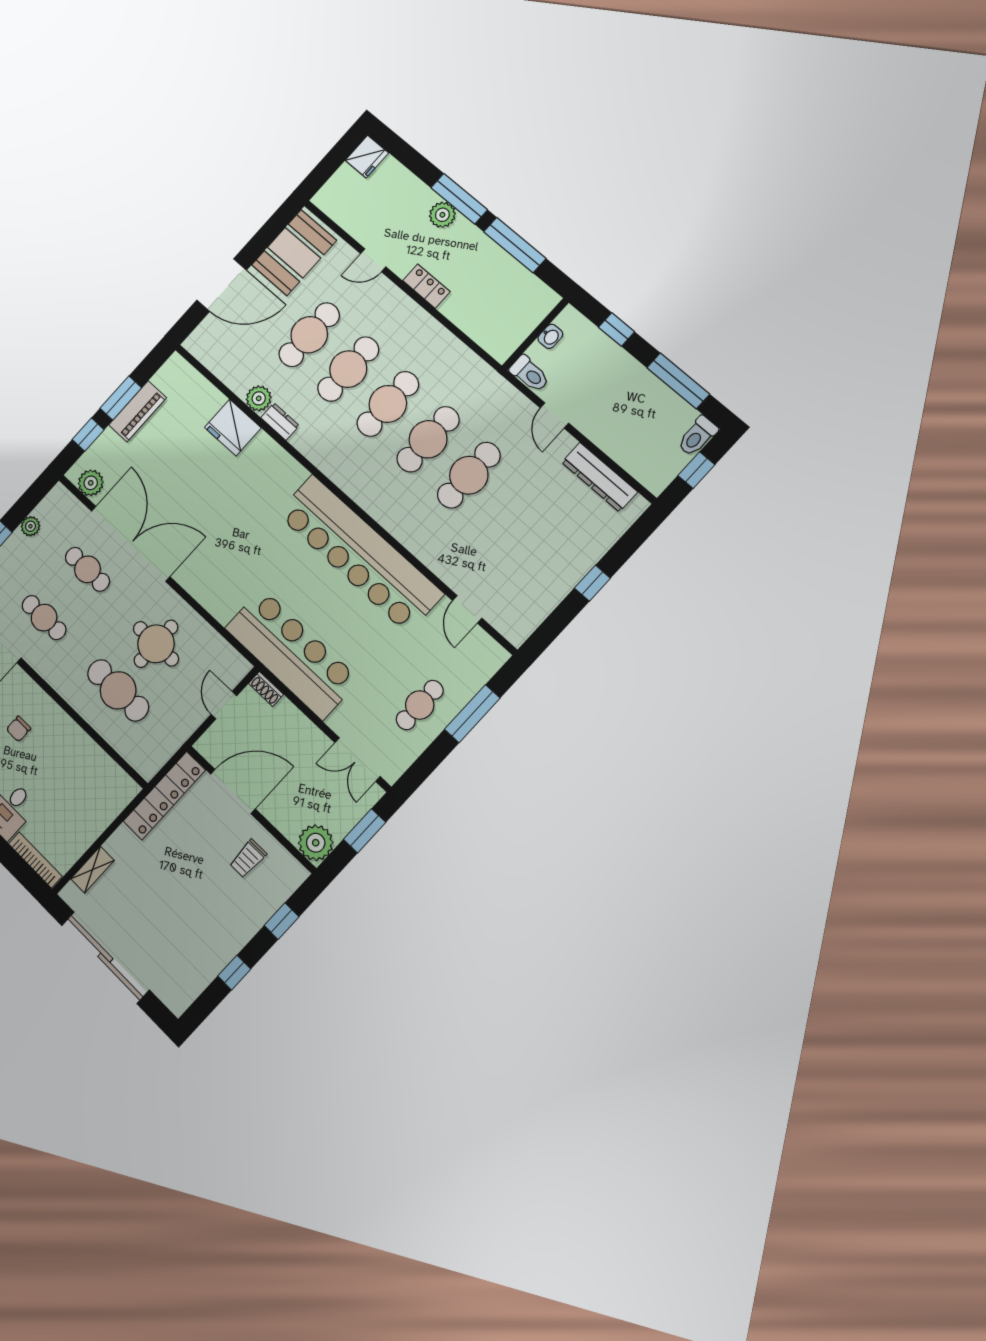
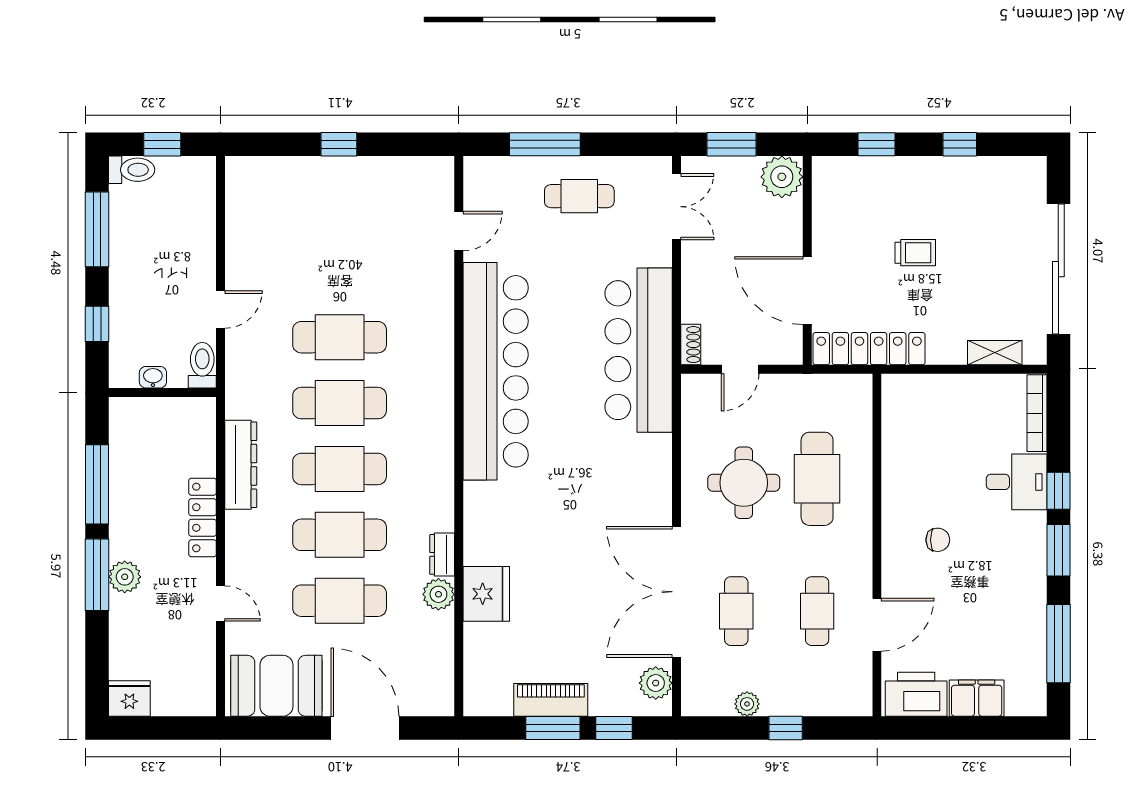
locker: (426, 286) -> (203, 517), width x1.53
dresser: (600, 477) -> (241, 465), moved
trolley: (248, 859) -> (915, 253), moved

